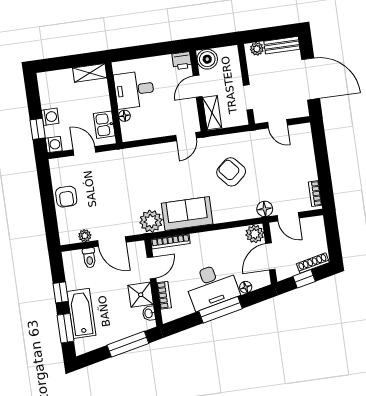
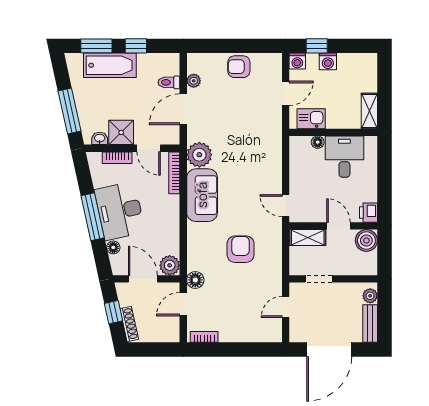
armchair: (231, 172) -> (241, 249), turned -49

